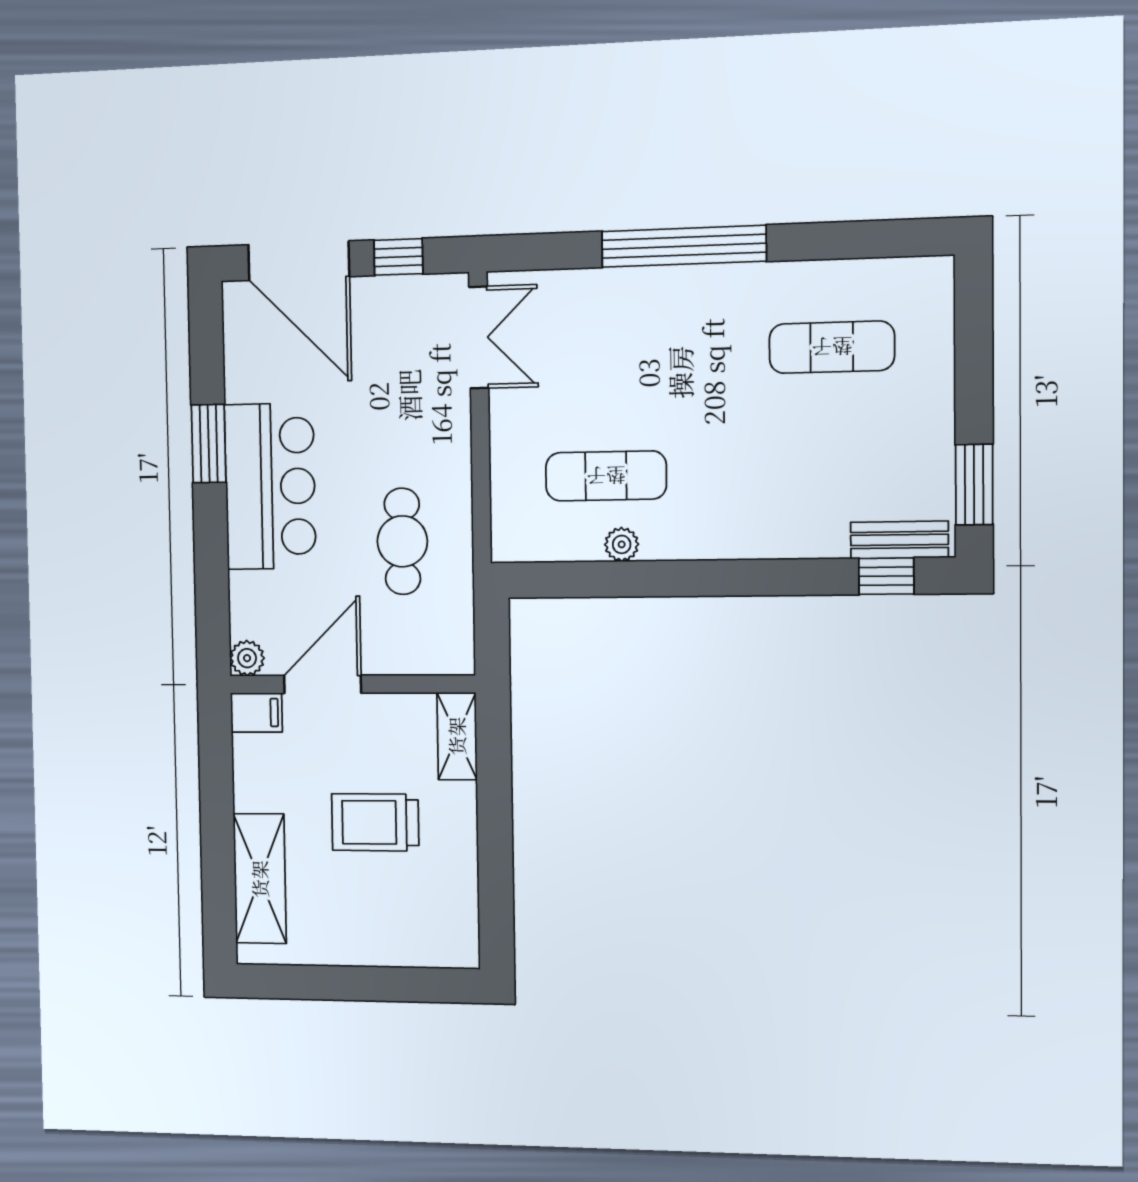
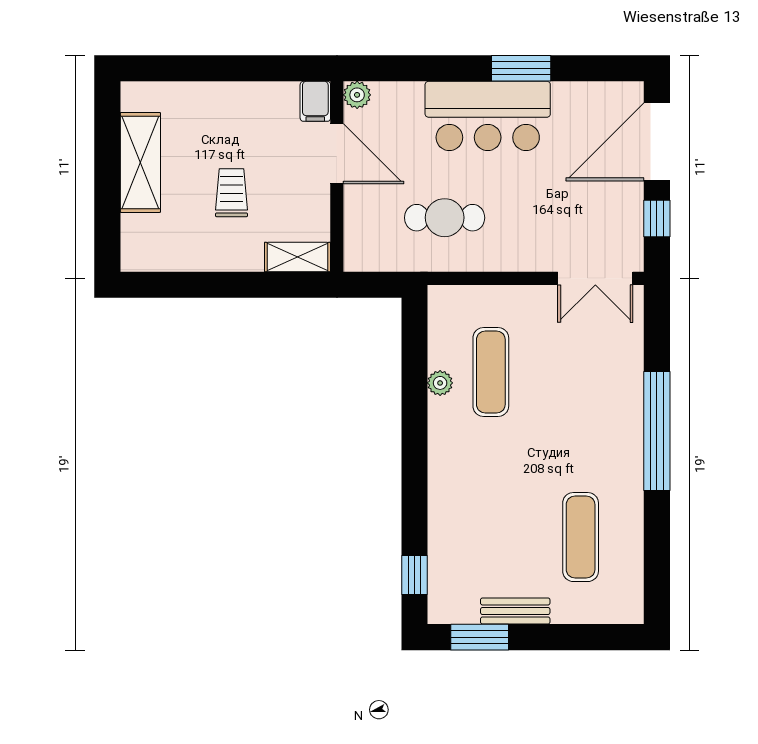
bench: (899, 540) -> (515, 611), moved, turned 90
trolley: (375, 822) -> (232, 193), width x0.73, depth x0.72
shelving: (260, 879) -> (140, 162), moved, turned 90

